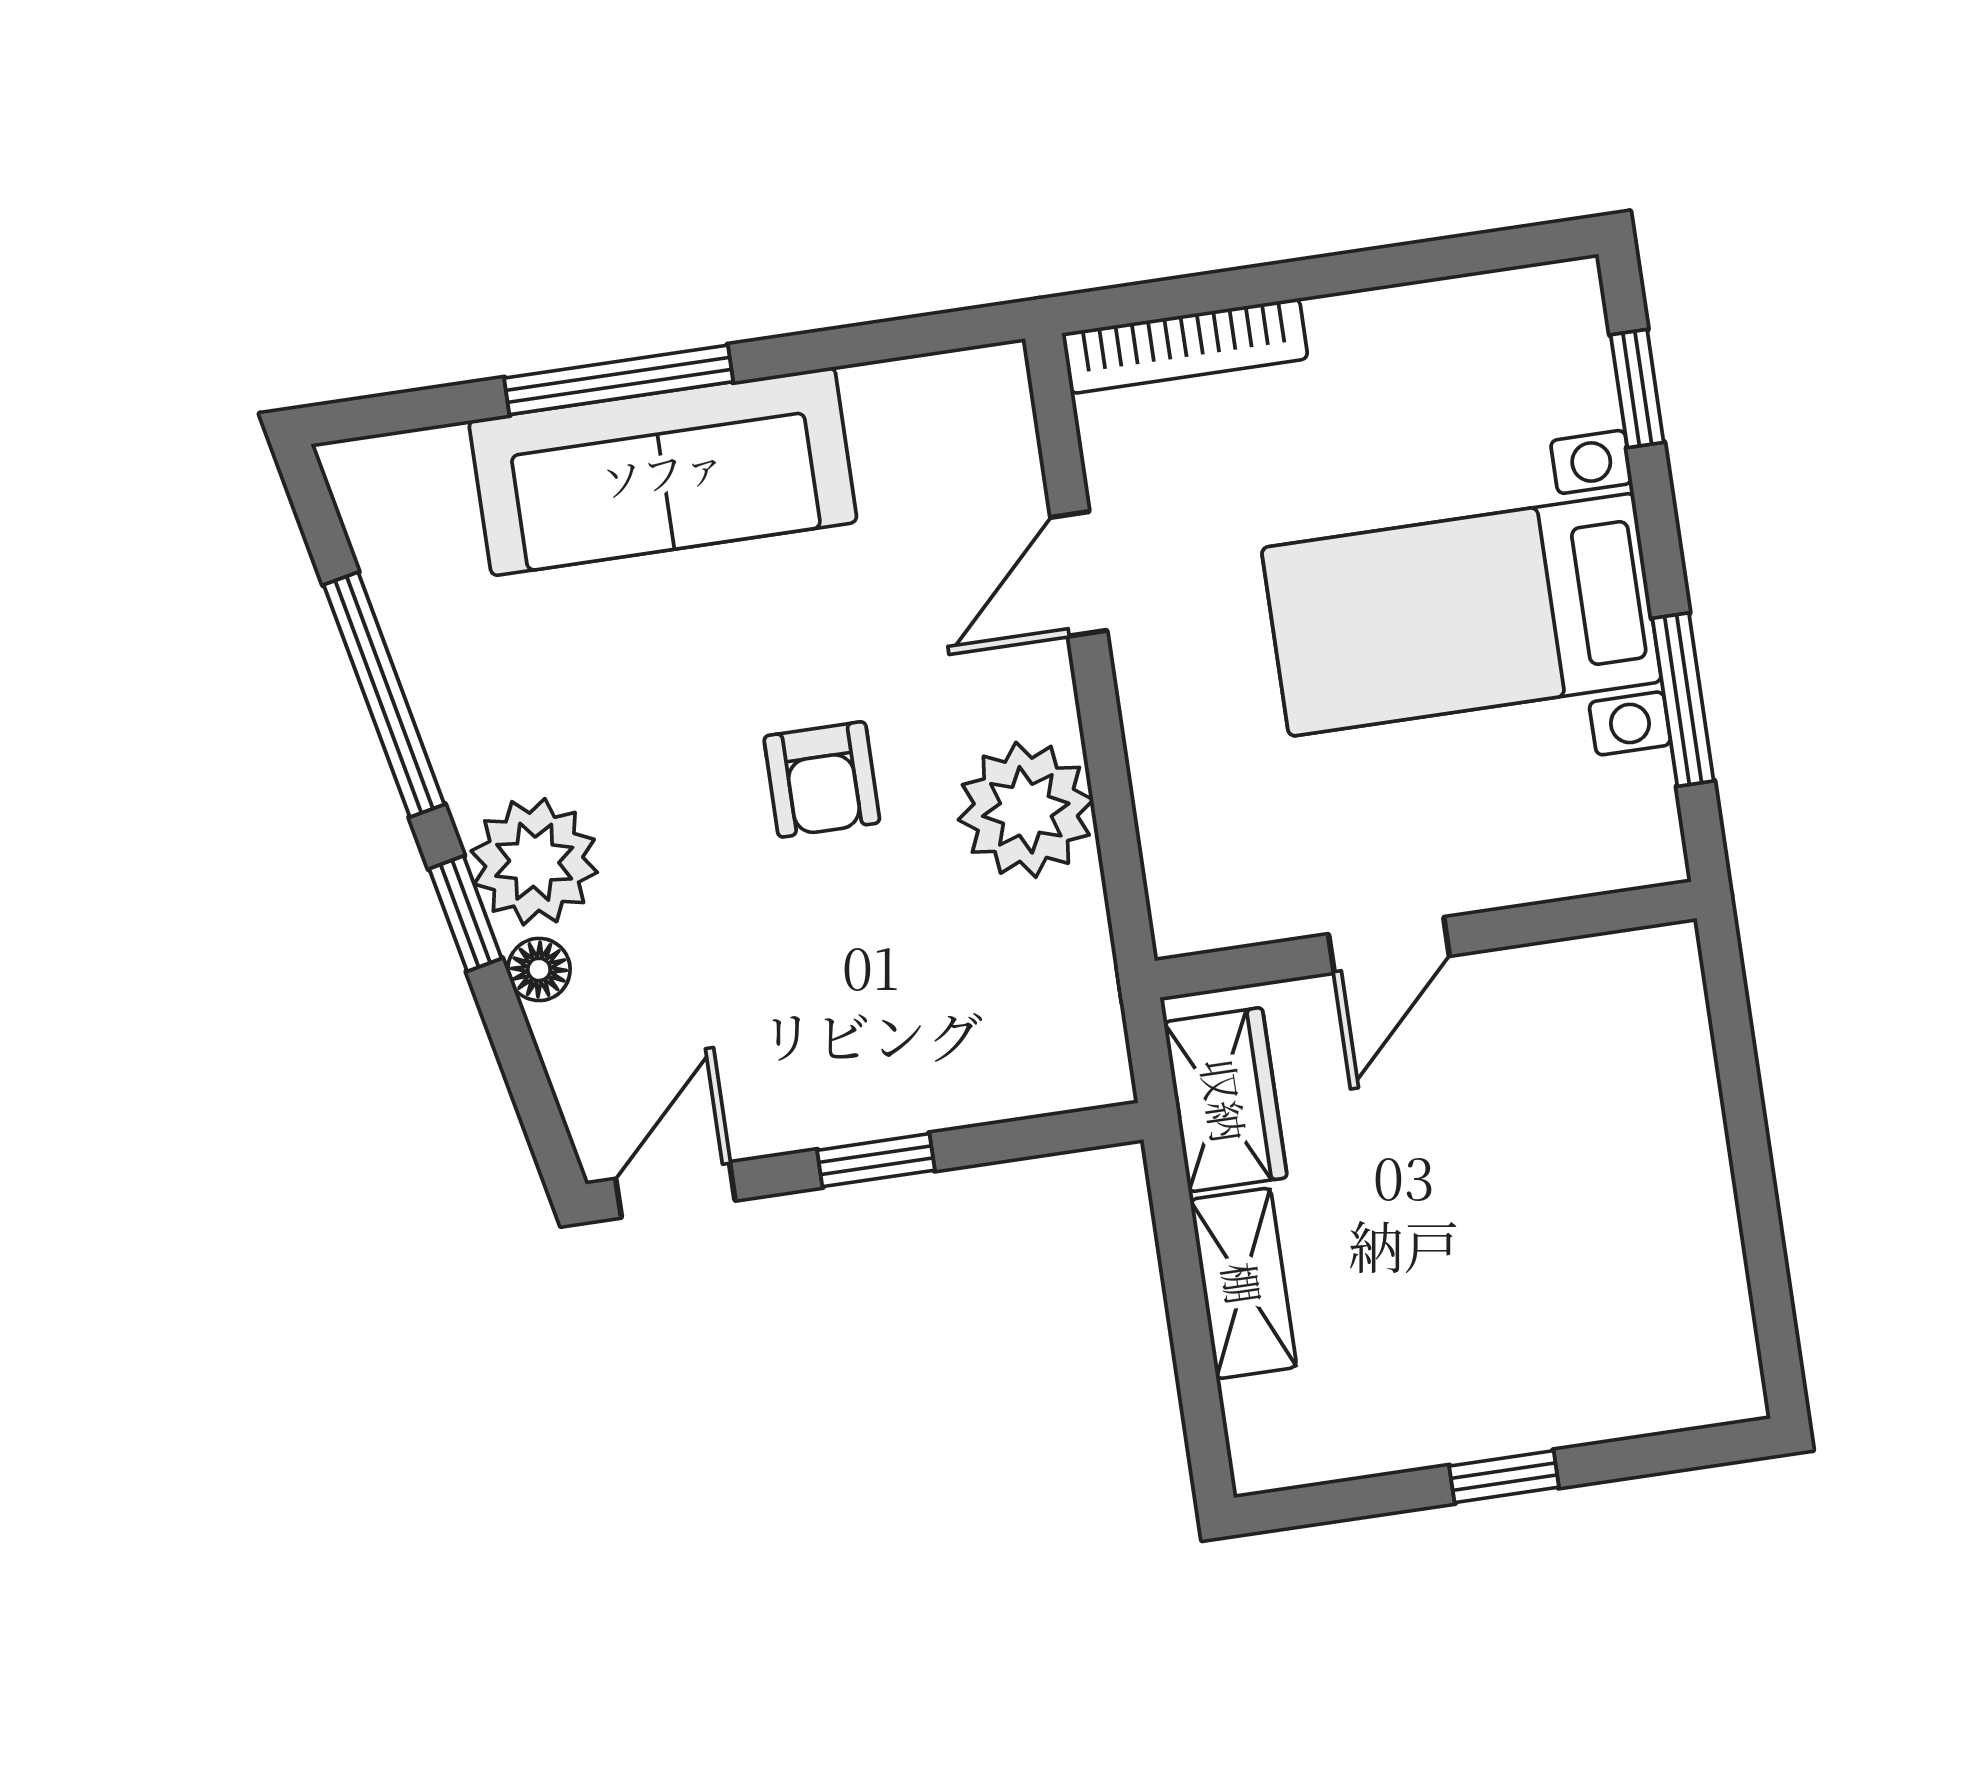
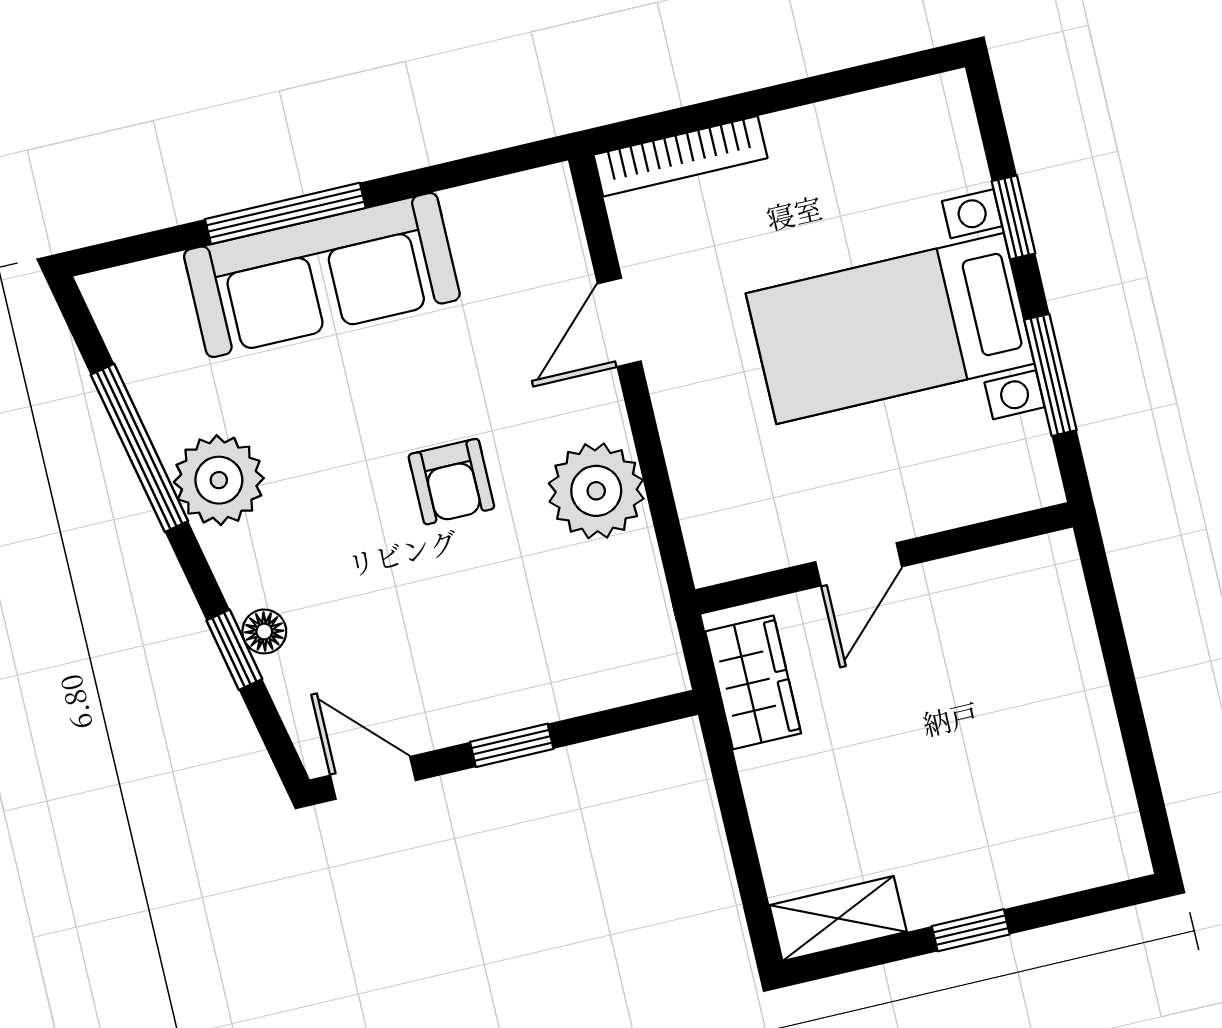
window: (1637, 389) -> (1013, 217), moved
plant: (534, 862) -> (219, 480), moved
window: (465, 914) -> (234, 650), moved
door: (675, 1190) -> (373, 778), hinge flipped
shelving: (1243, 1283) -> (838, 919), moved, turned 90

